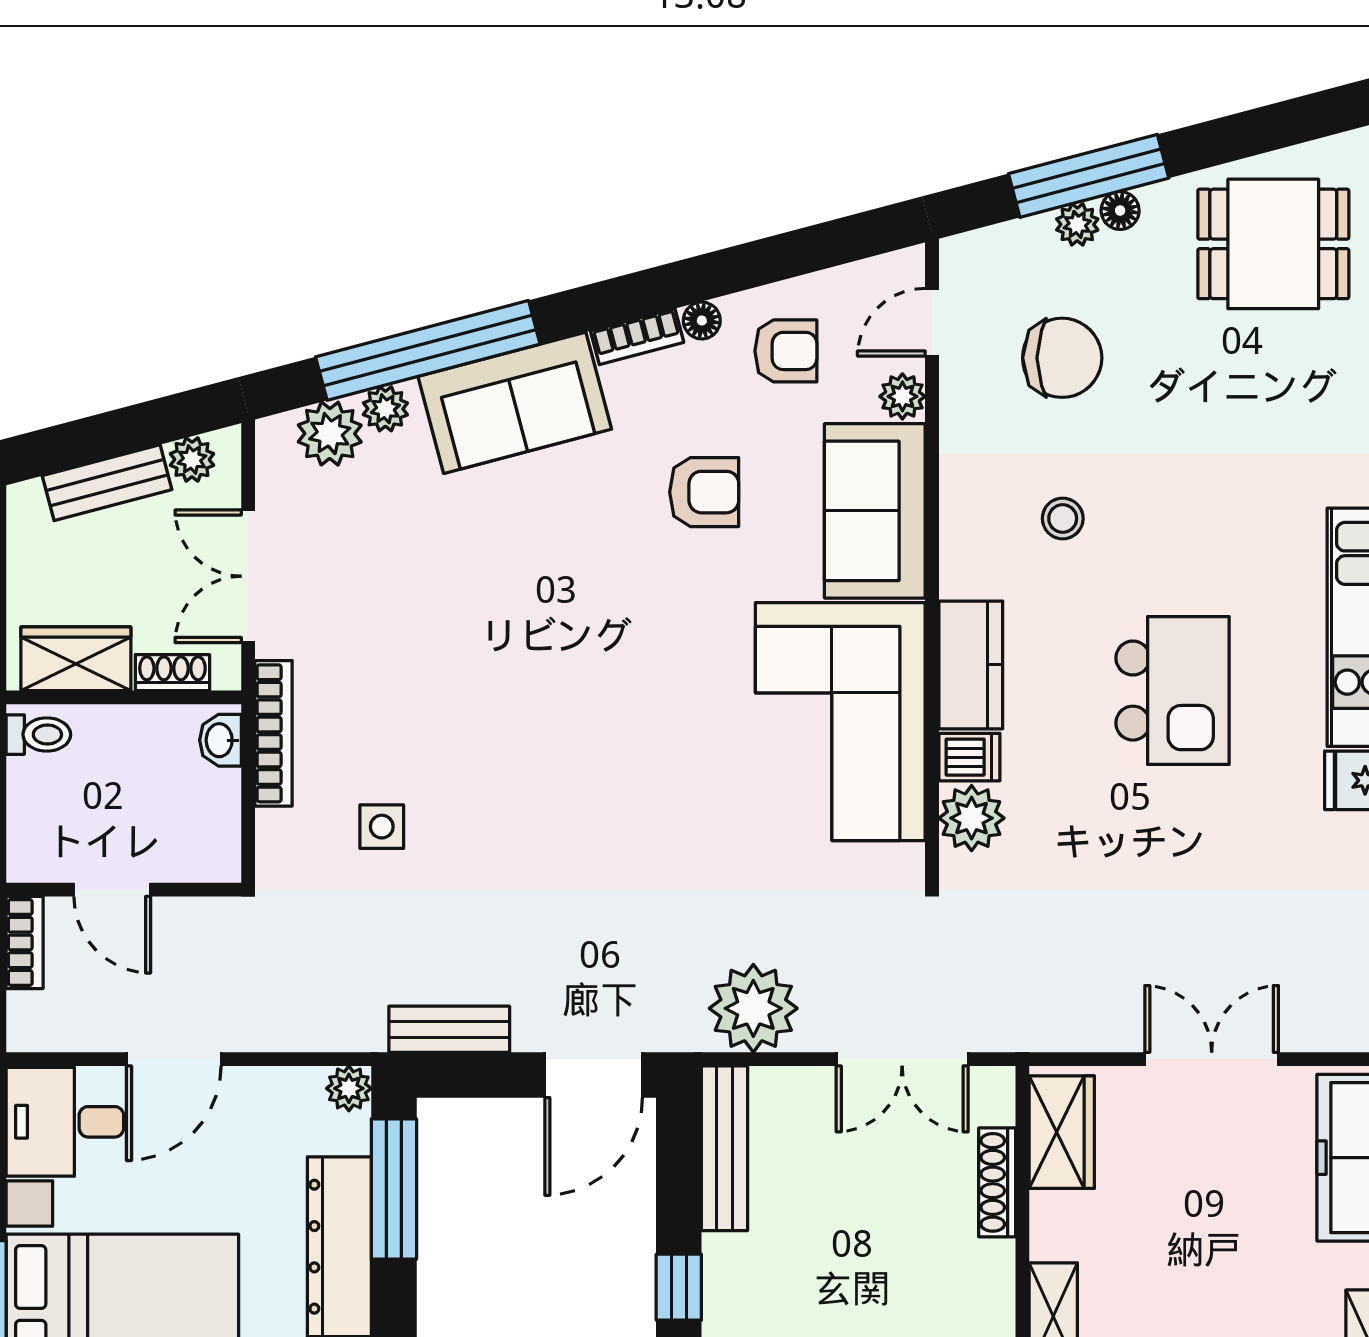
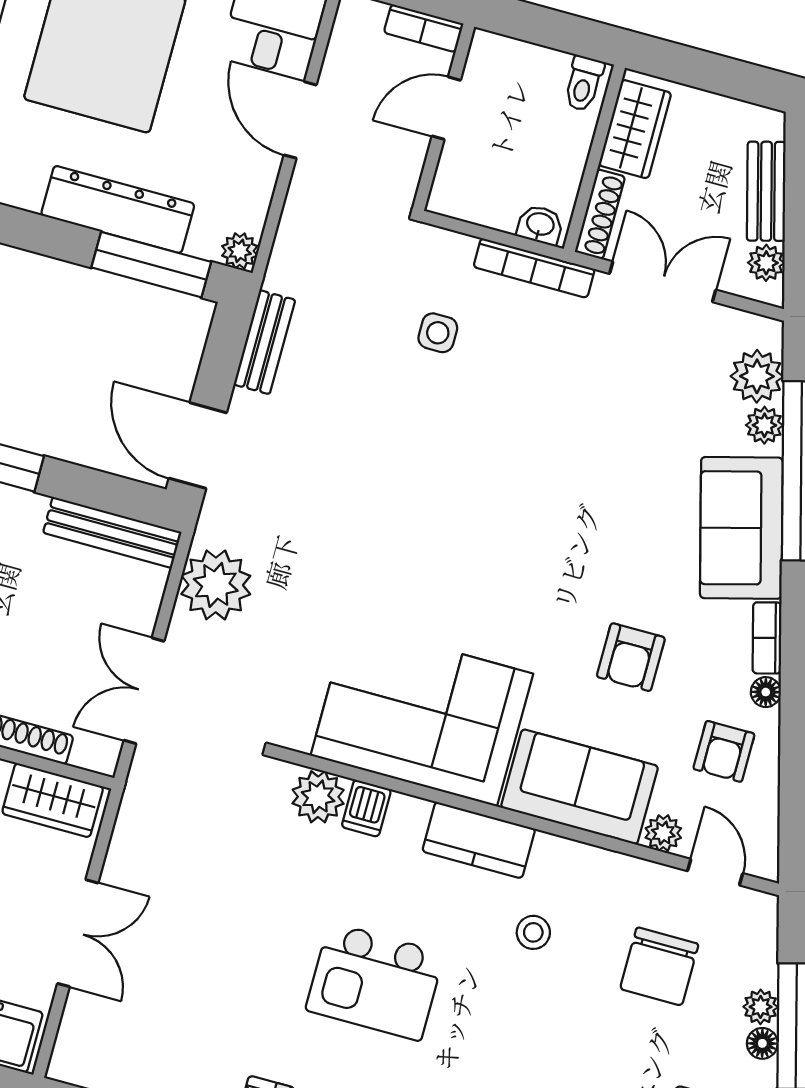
kitchen counter: (971, 665) -> (479, 840), moved
shoe rack: (172, 673) -> (600, 214), width x1.43

